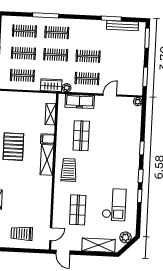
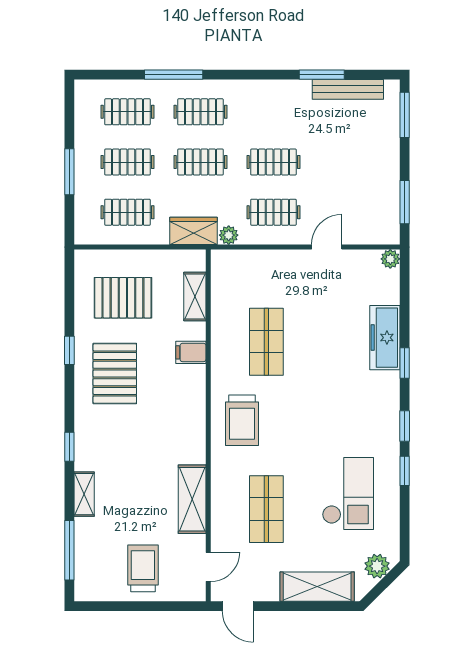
freezer: (80, 101) -> (385, 338), moved, turned 90
pallet: (19, 113) -> (123, 298), added
shelving: (47, 160) -> (192, 499), moved
trolley: (69, 170) -> (242, 420), turned 180
trolley: (22, 233) -> (143, 568), turned 90

